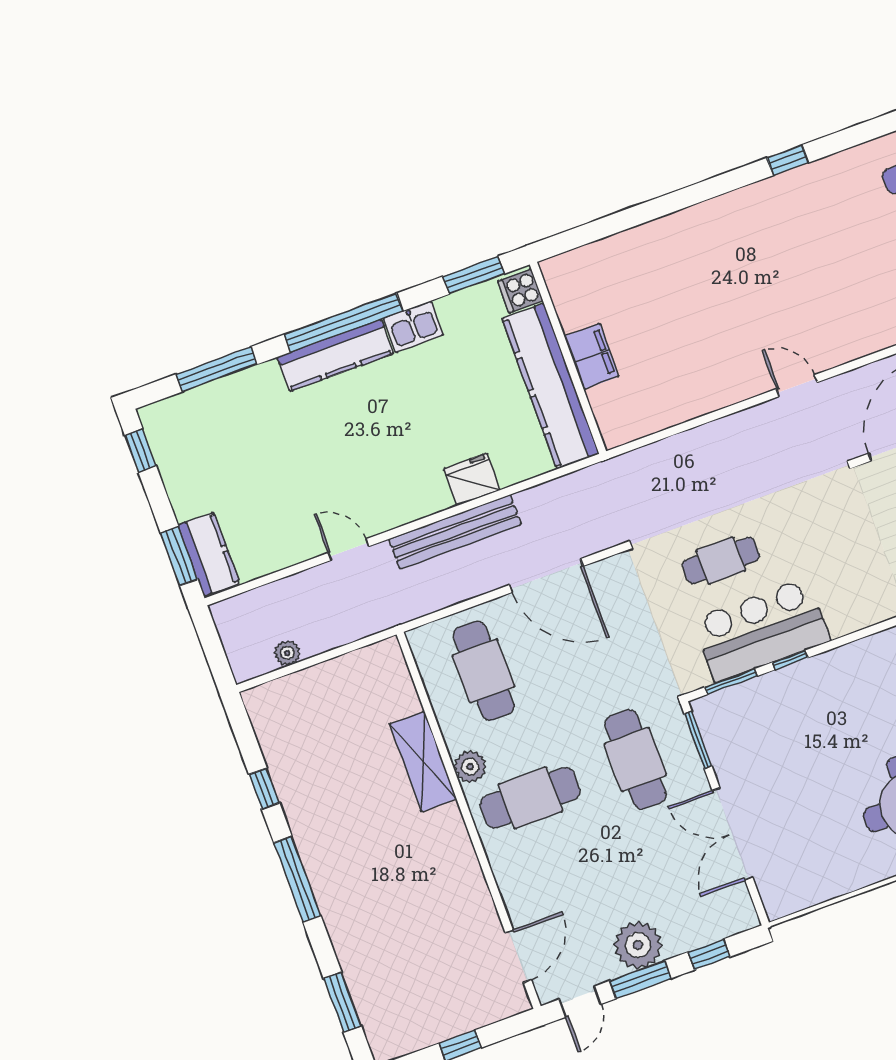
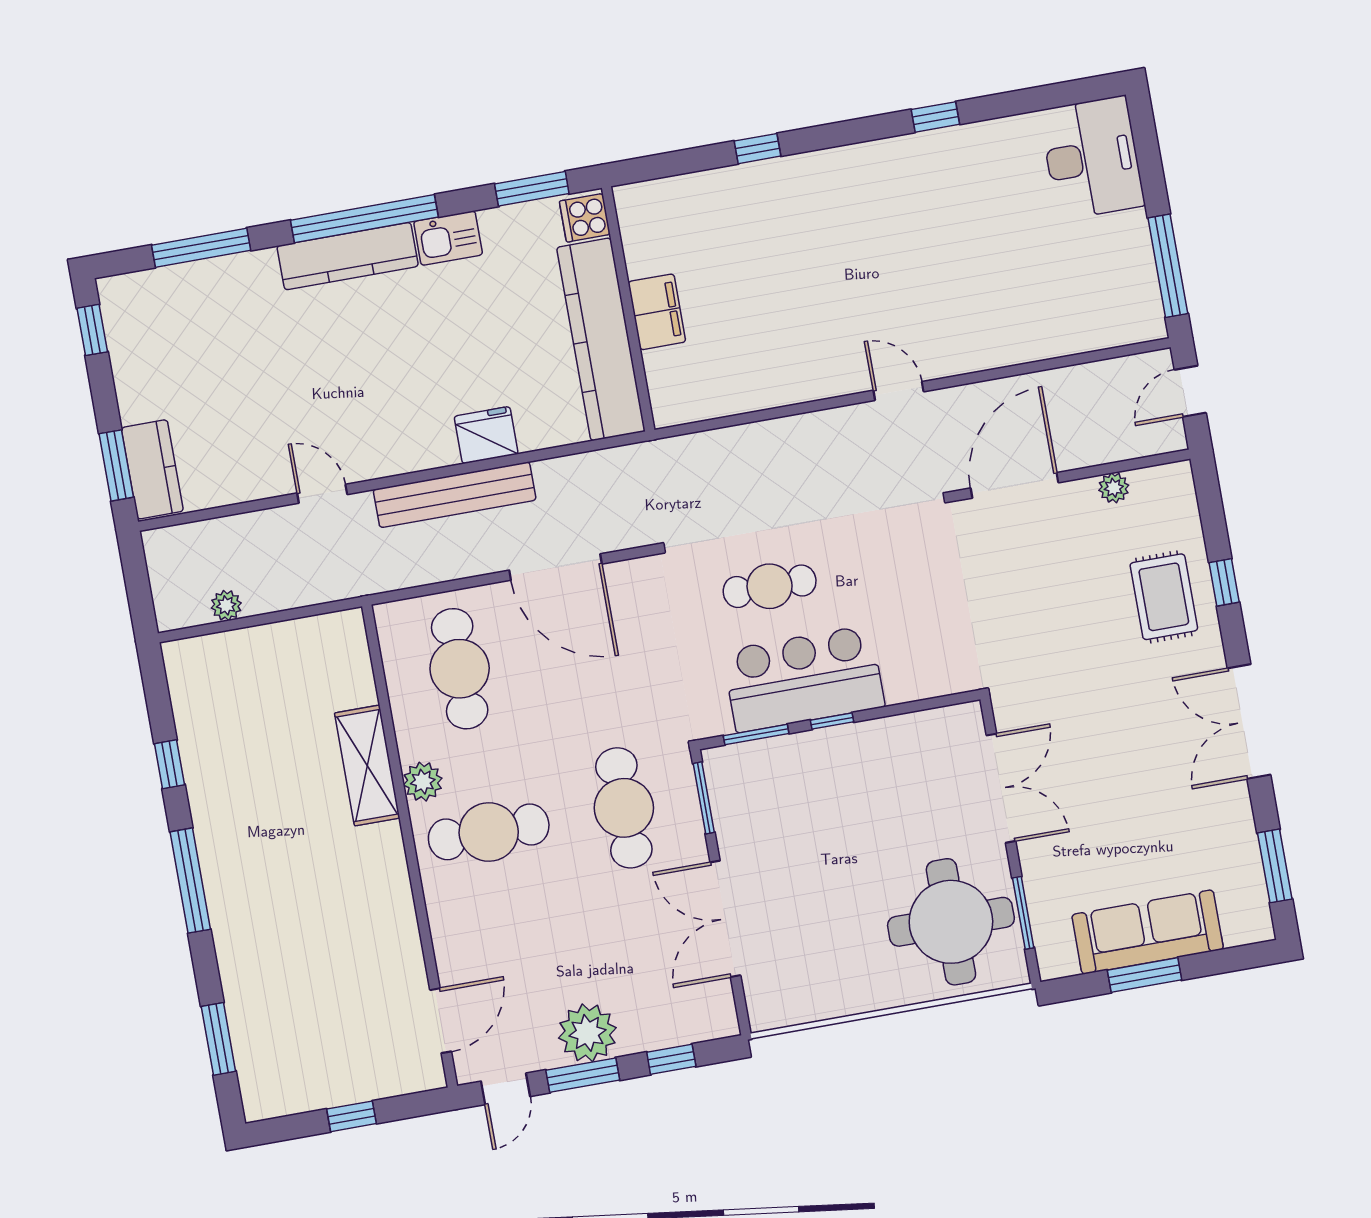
window: (649, 211) -> (758, 149), added

